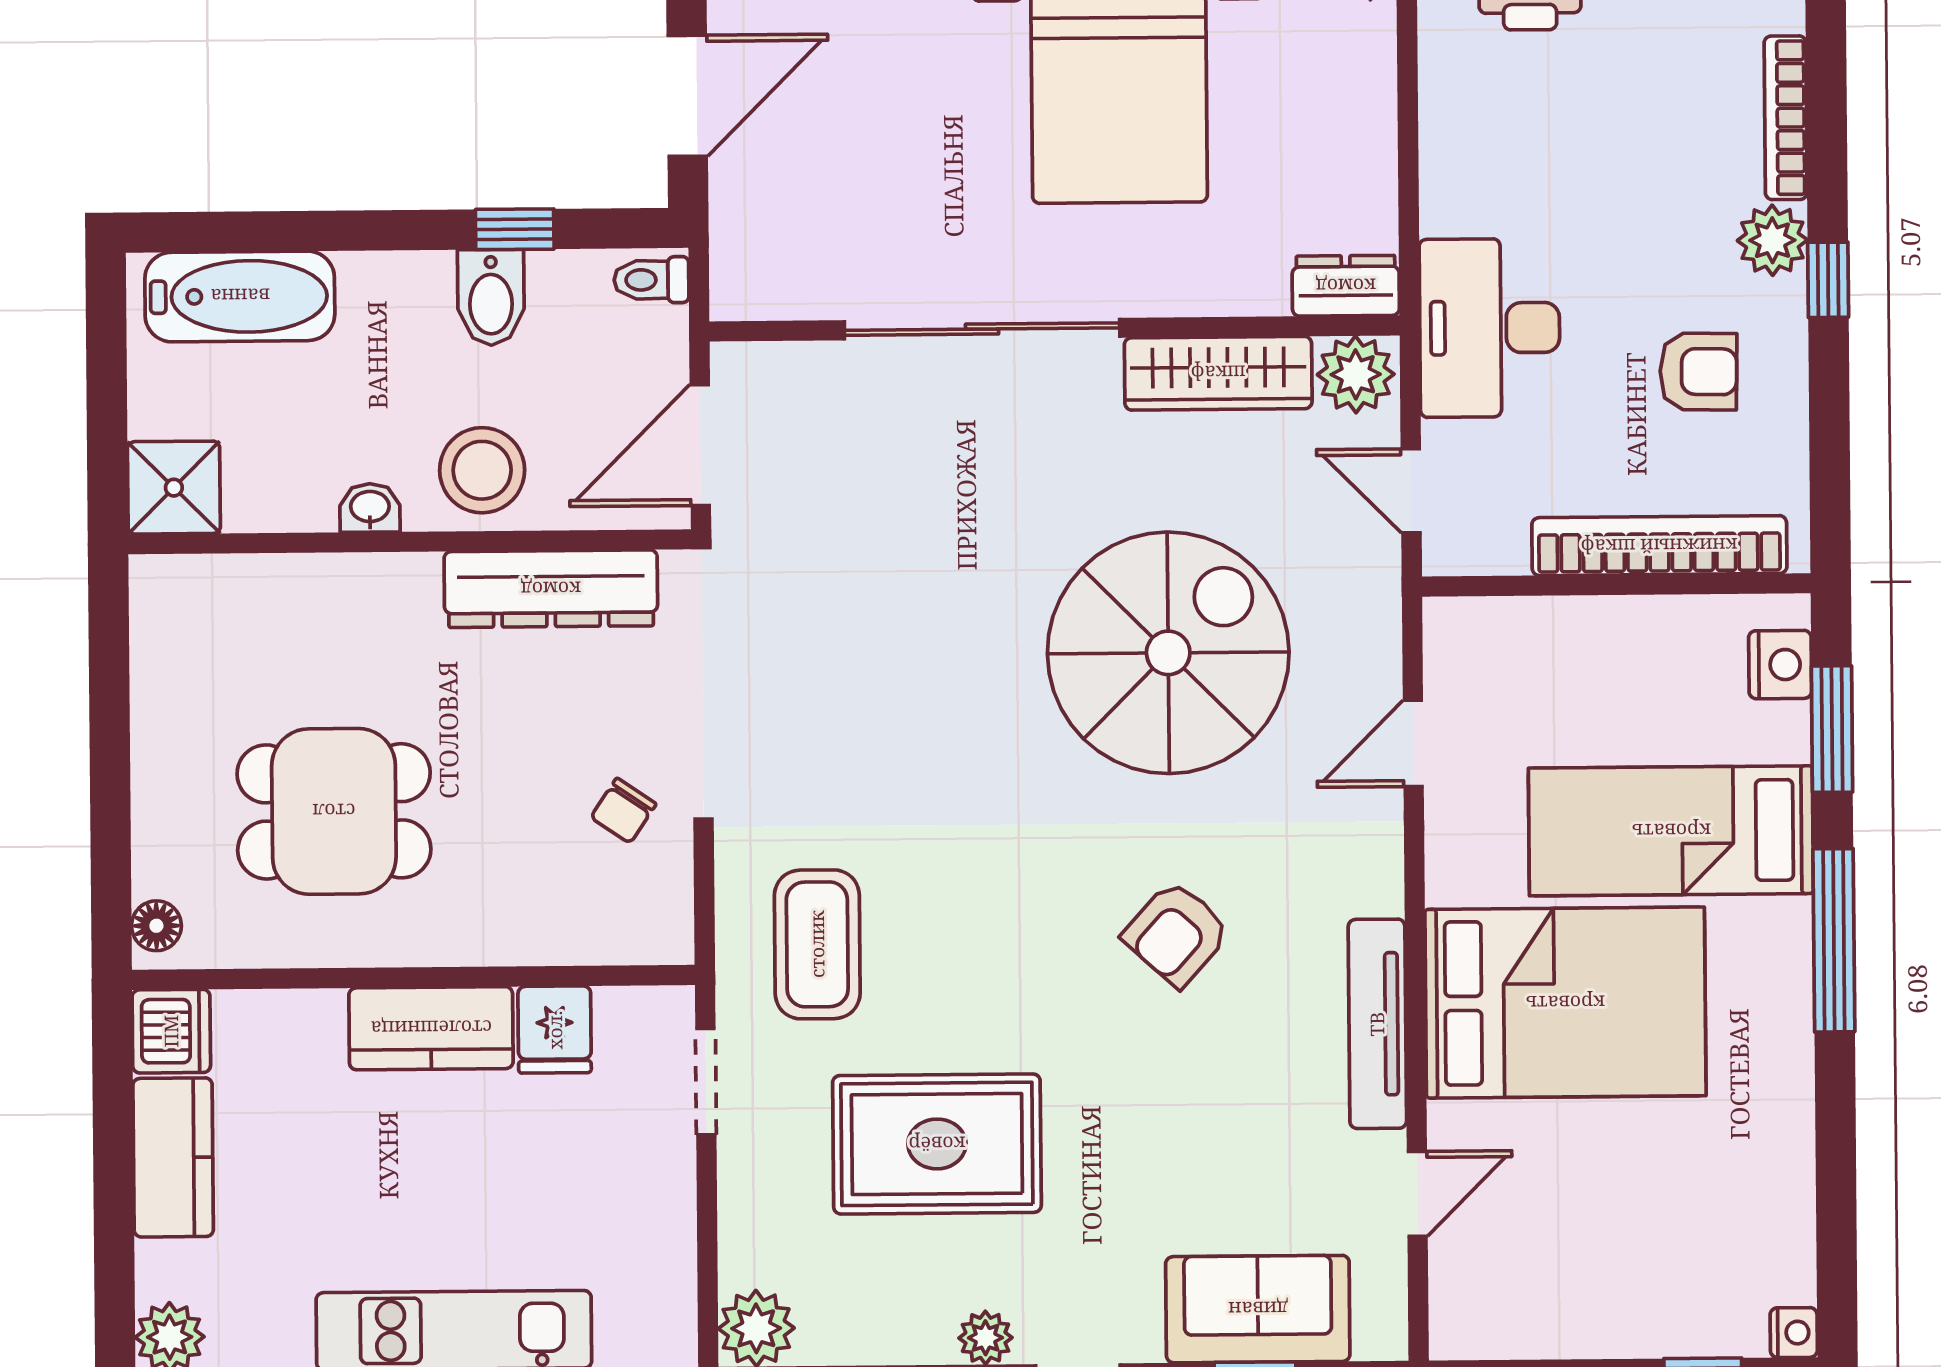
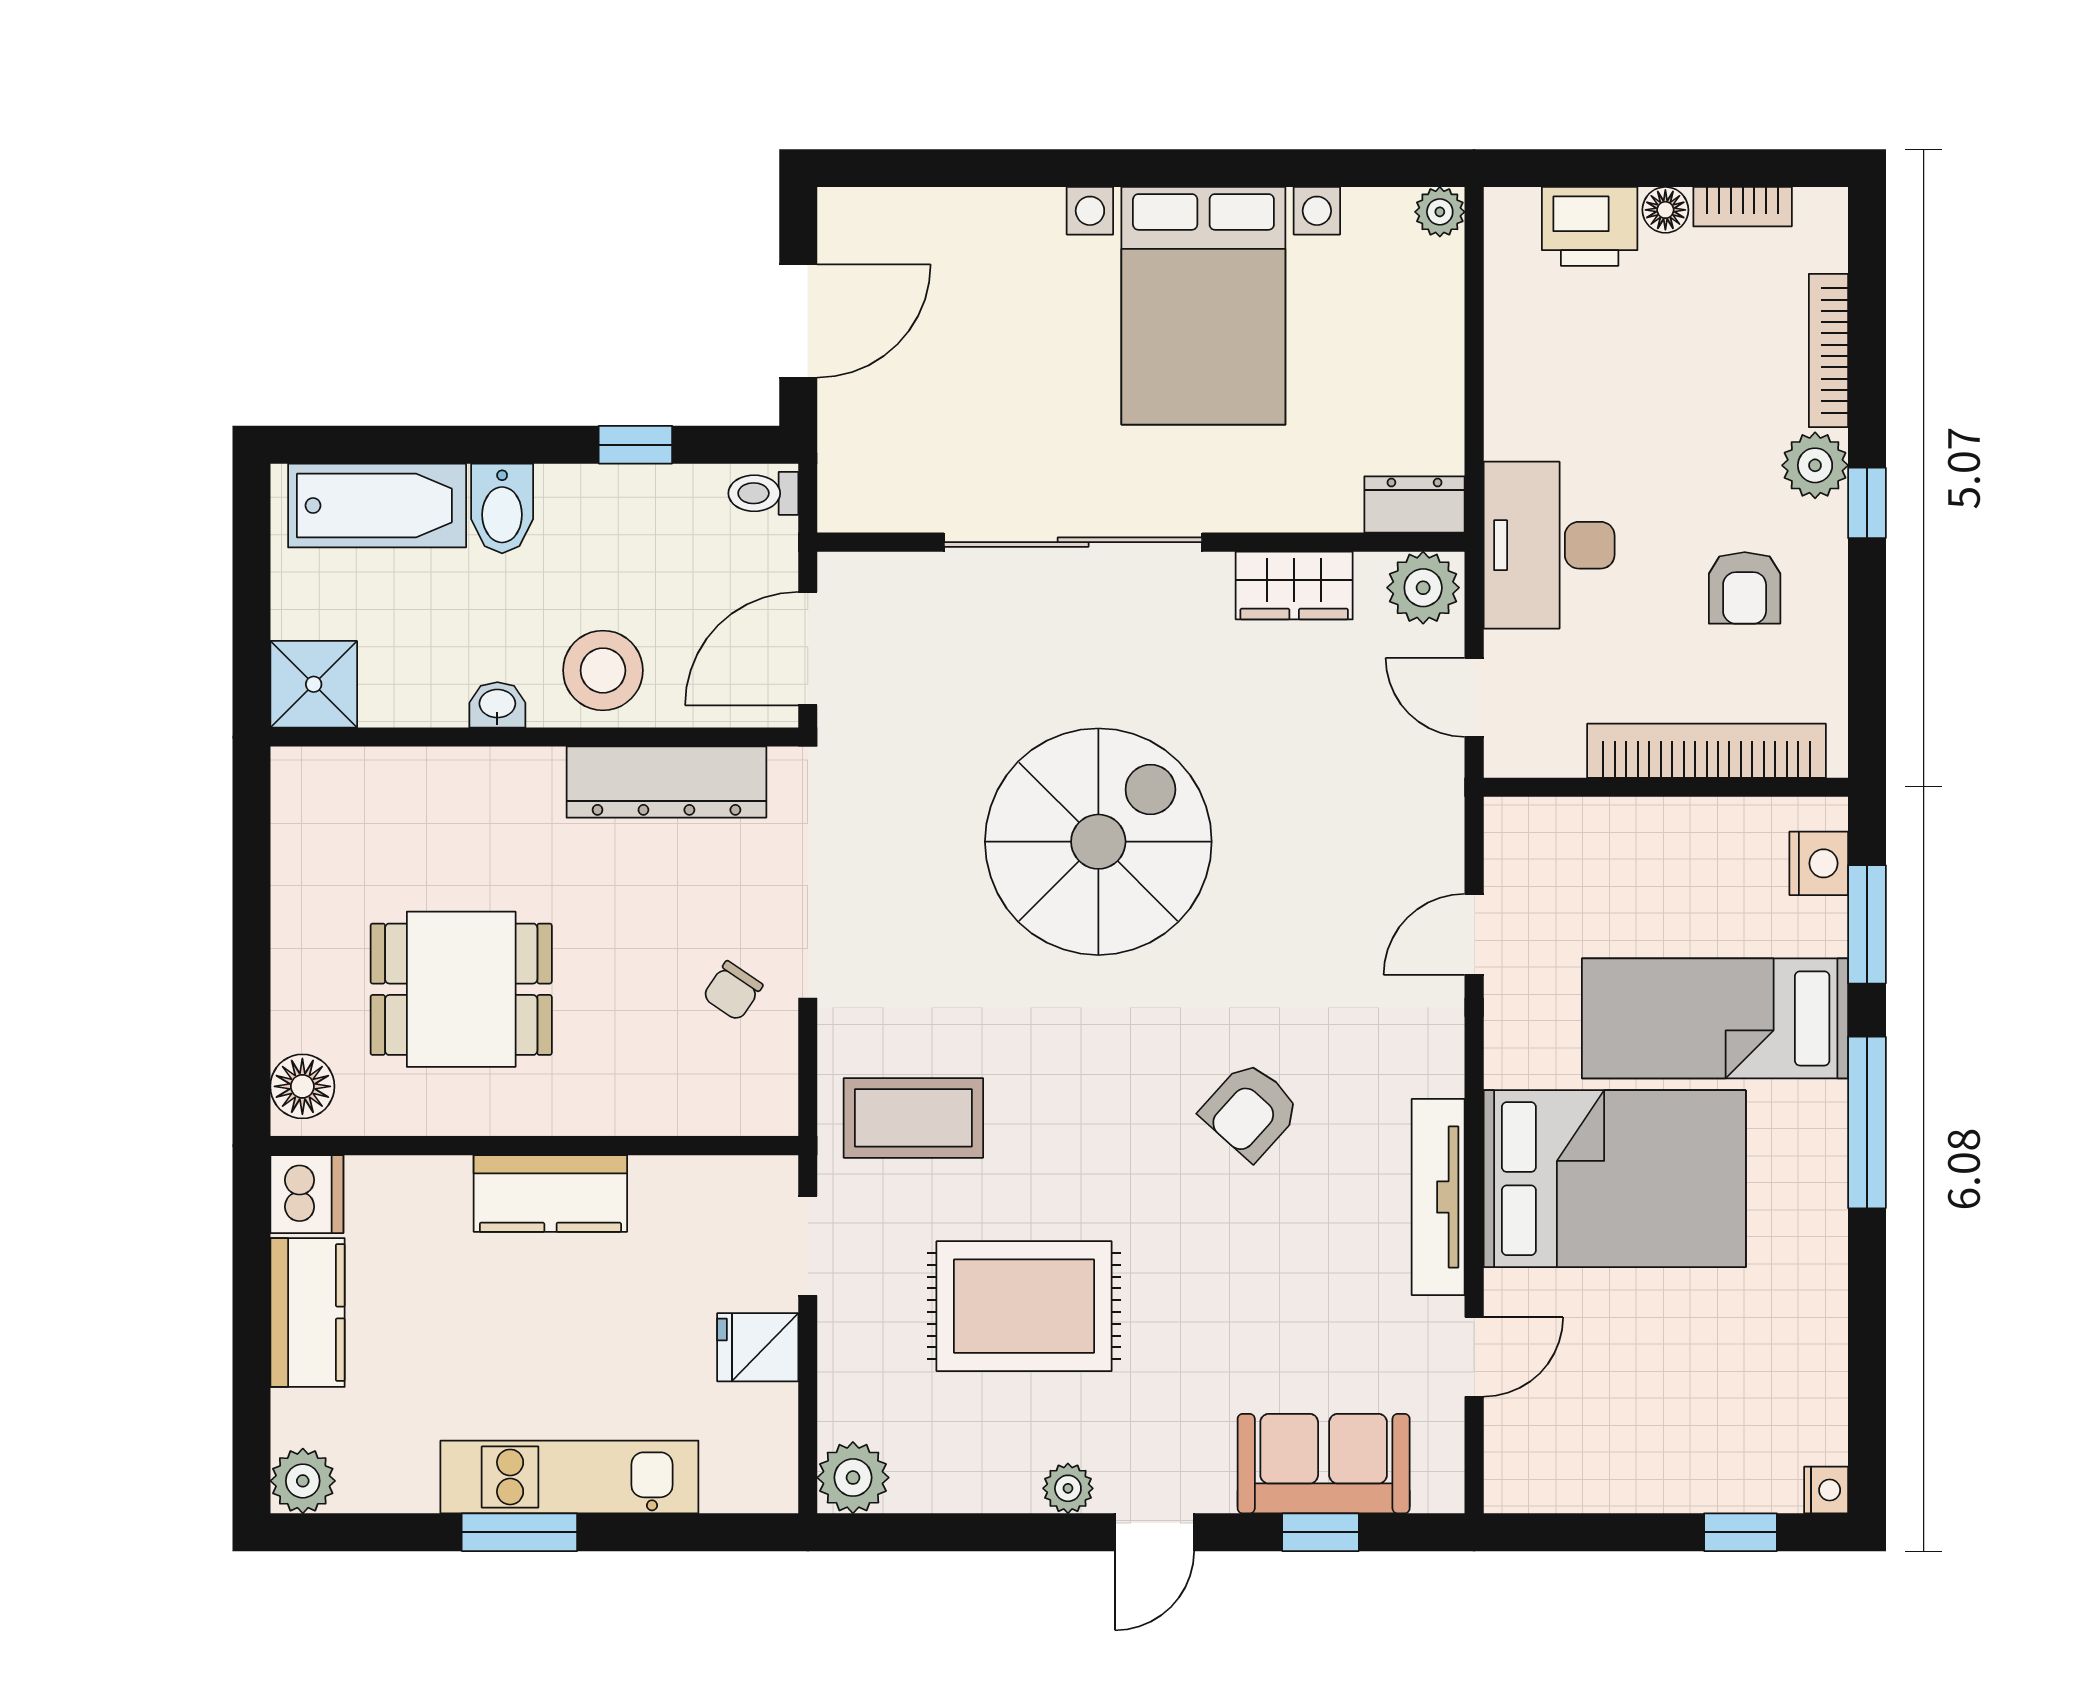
bidet: (491, 297) -> (502, 508), moved
armchair: (1698, 372) -> (1745, 588), turned 89
wardrobe: (1218, 373) -> (1294, 586), width x0.67
spiral stairs: (1168, 653) -> (1098, 842), moved
floor lamp: (156, 926) -> (302, 1086), width x1.37, depth x1.37
coffee table: (817, 944) -> (913, 1118), turned 90
fridge: (555, 1030) -> (758, 1347), moved, turned 90

